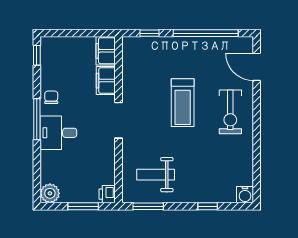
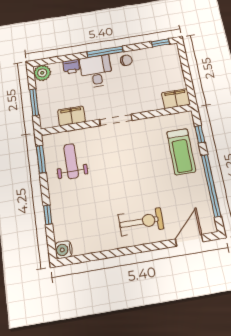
filing cabinet: (106, 81) -> (71, 116), moved
treadmill: (183, 103) -> (181, 152), moved, turned -90
exercise bike: (230, 112) -> (141, 222), turned 180
printer: (107, 194) -> (71, 67), moved, turned 180

